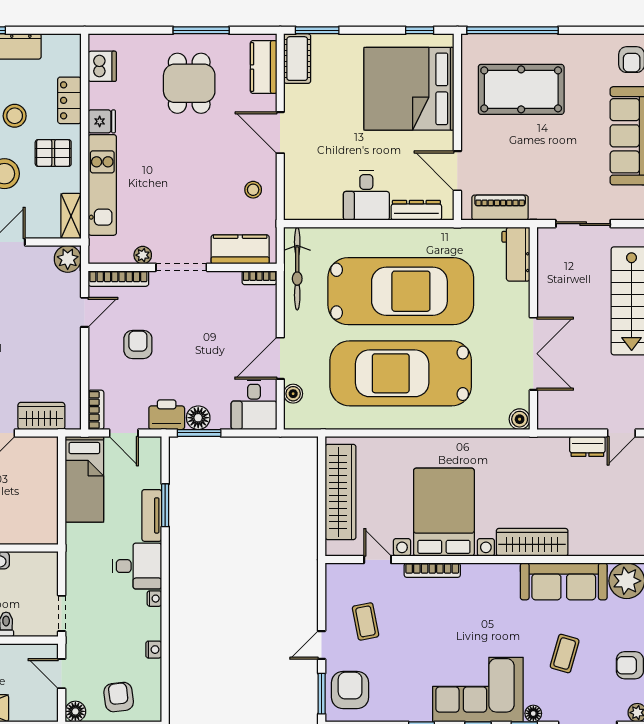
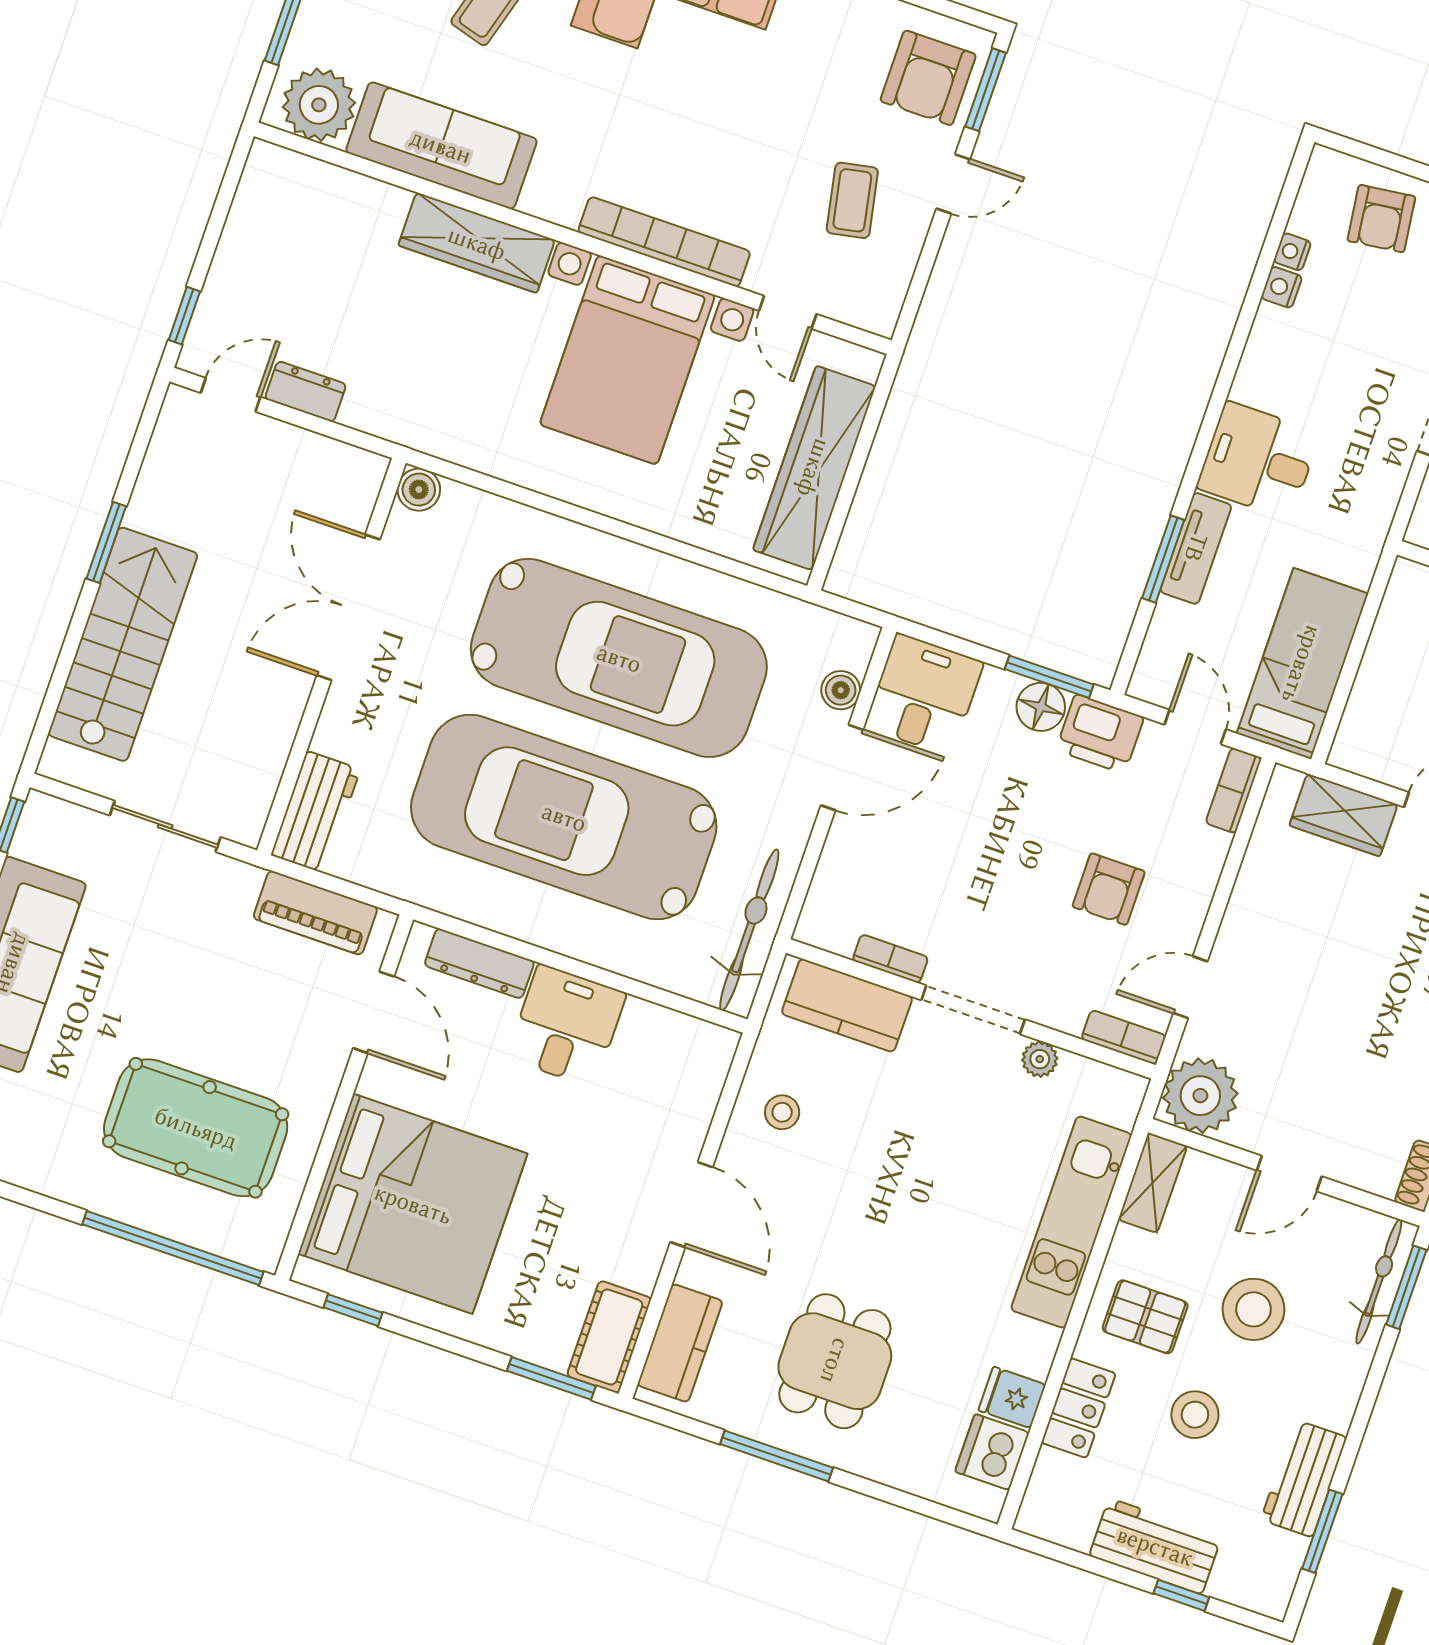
fridge: (102, 121) -> (1012, 1397), moved
plant: (68, 259) -> (1200, 1096), width x1.36, depth x1.36
bookcase: (259, 278) -> (890, 959), moved
bookcase: (118, 279) -> (1124, 1037), width x0.64
bookcase: (432, 570) -> (664, 242), width x1.48, depth x1.31
nightstand: (154, 599) -> (1292, 252), moved

